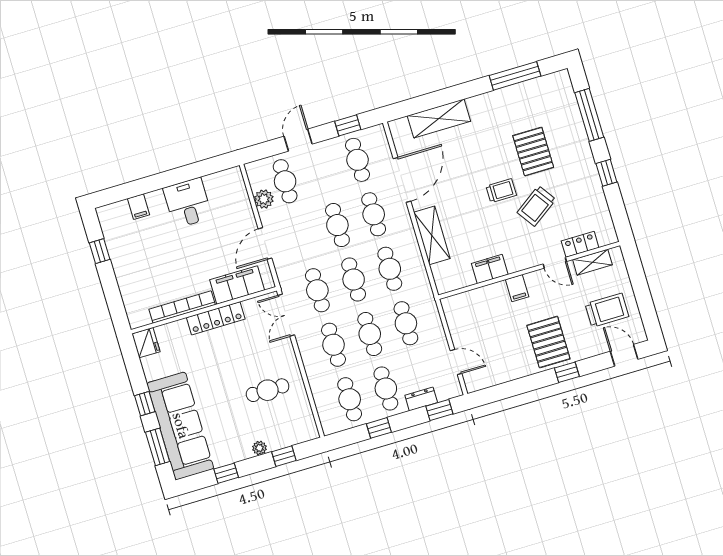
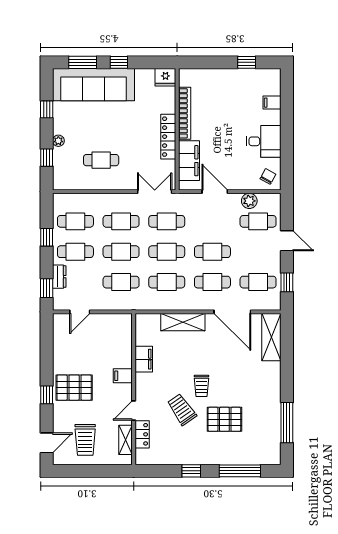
shelving: (439, 118) -> (271, 337), moved
chair: (228, 185) -> (268, 176), added
cafe table: (268, 390) -> (101, 160), turned 90

